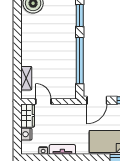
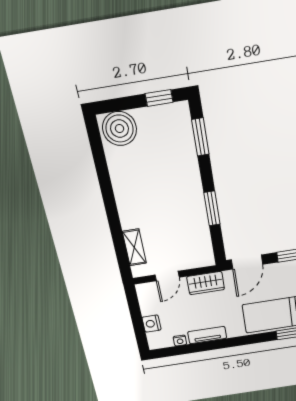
window: (80, 61) -> (212, 208), width x0.47
door: (43, 101) -> (167, 276), swing flipped
wardrobe: (28, 116) -> (206, 283), moved, turned 90

